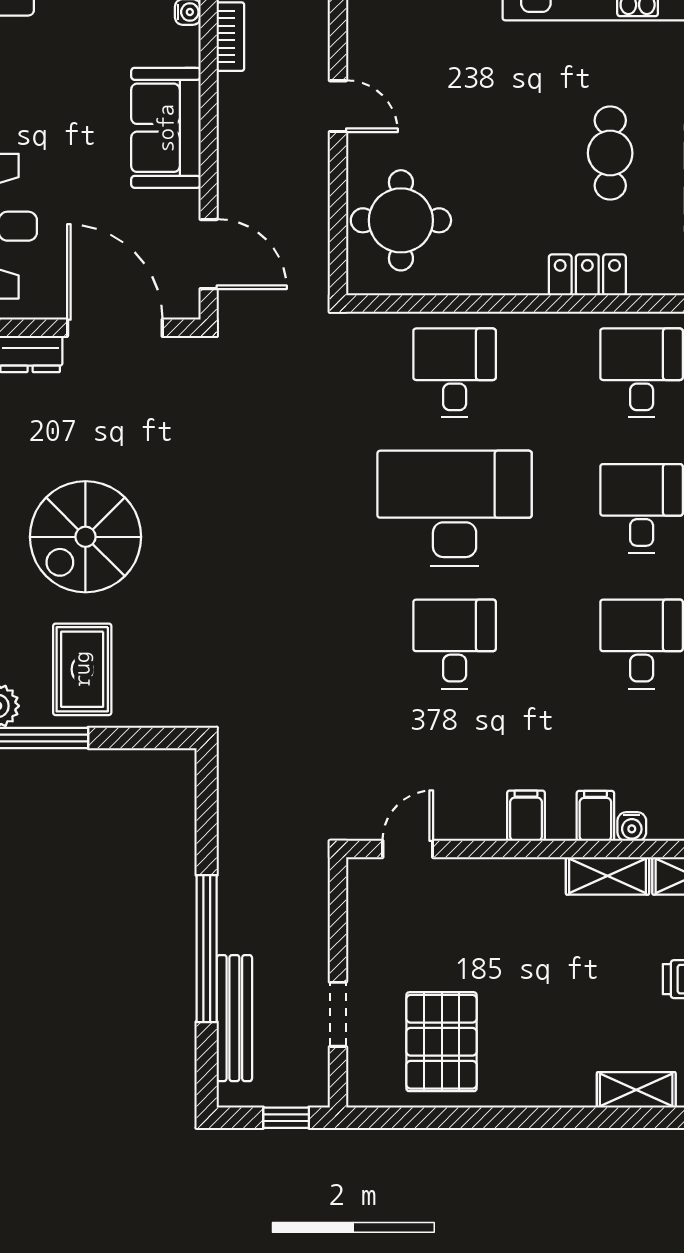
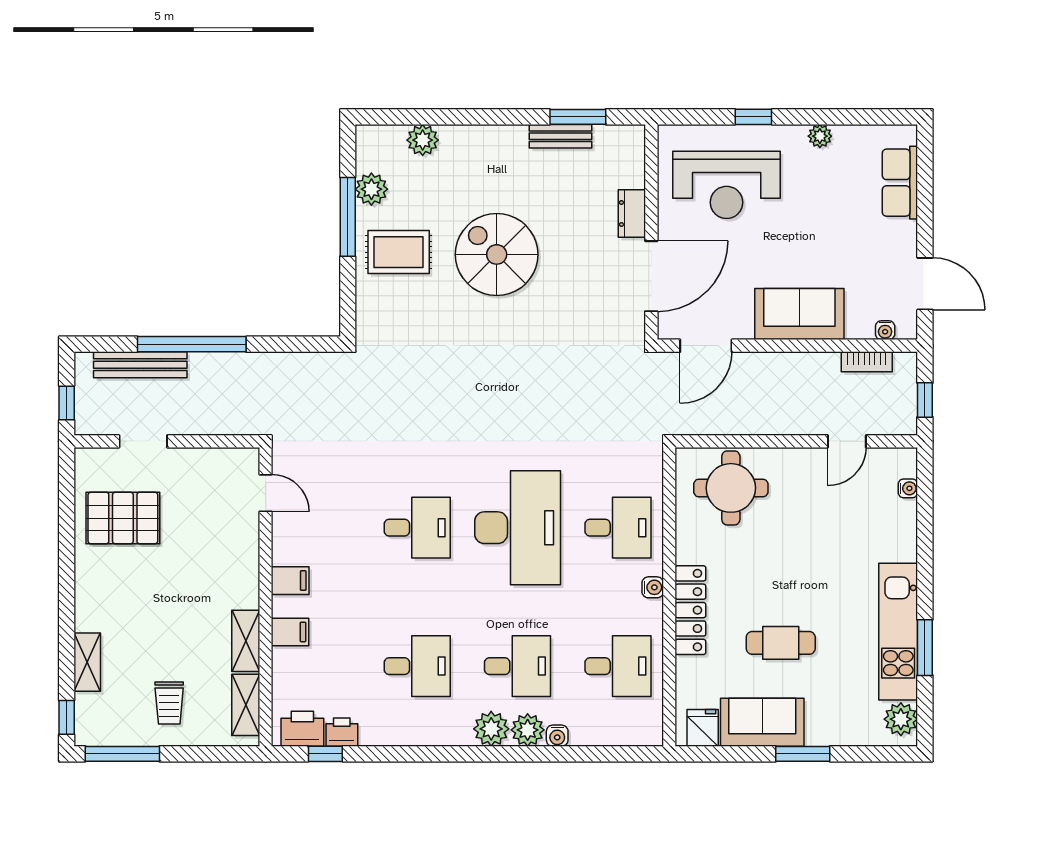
door: (338, 106) -> (847, 441), moved
locker: (587, 275) -> (690, 610), width x1.53
water cooler: (632, 827) -> (653, 587), moved, turned 180

